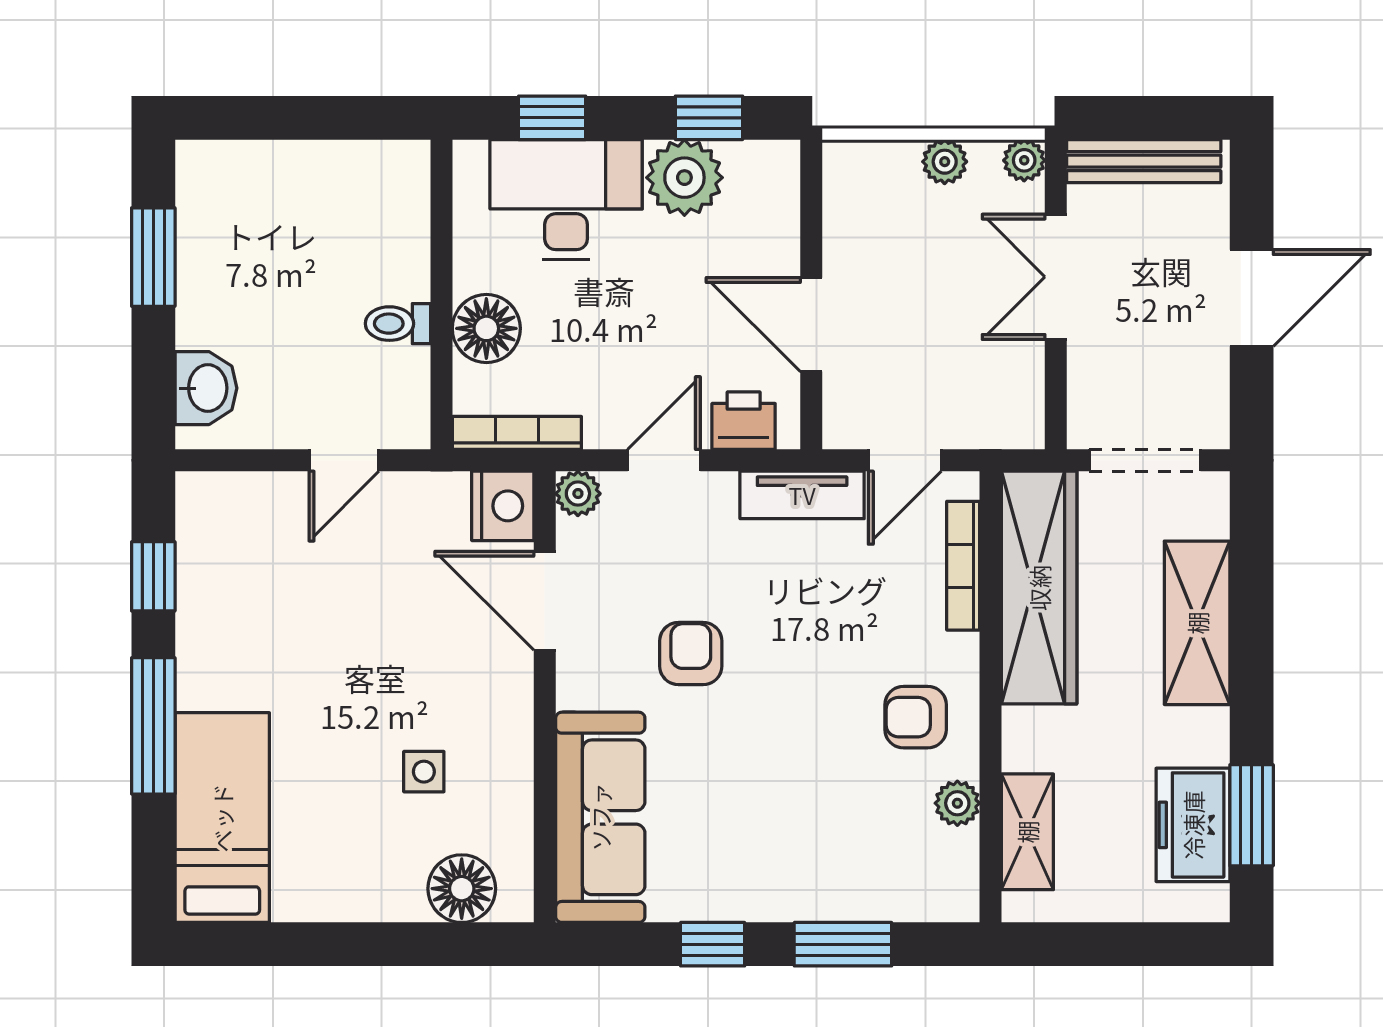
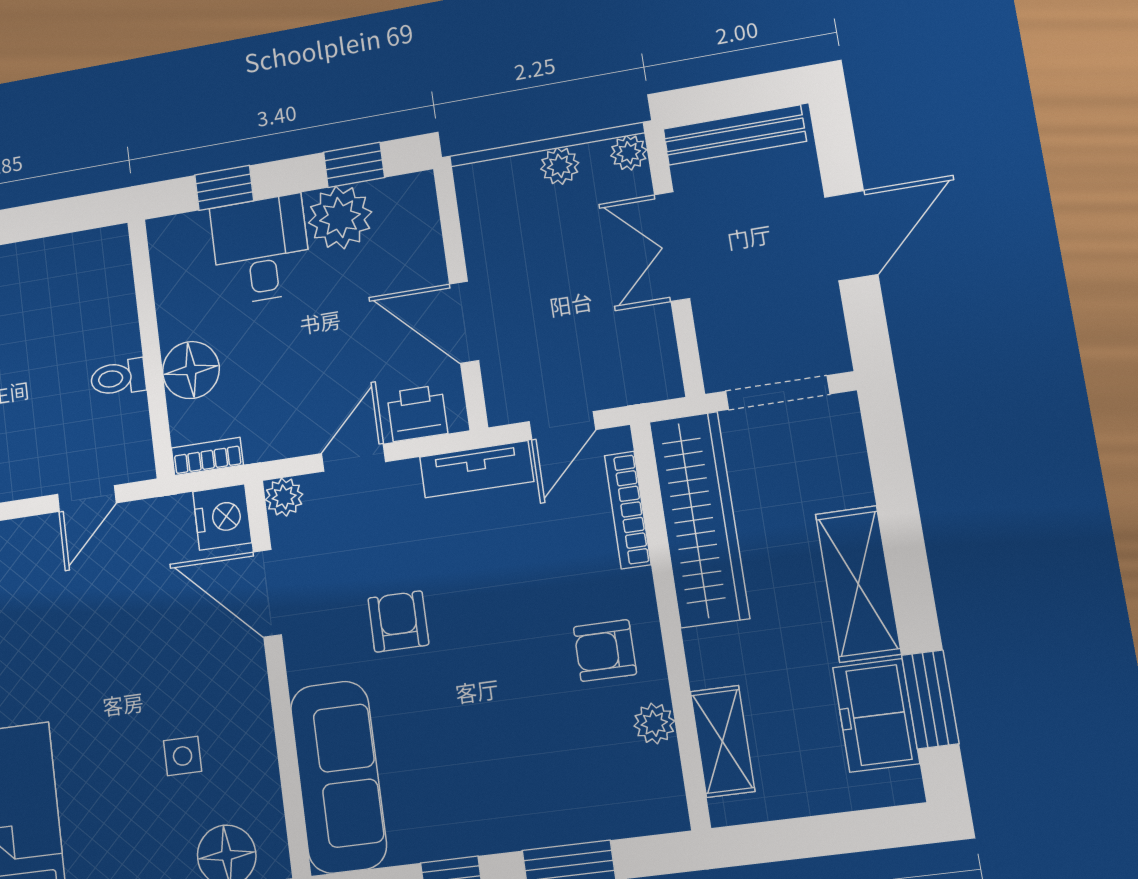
desk: (566, 199) -> (261, 249), width x0.73
bookcase: (517, 433) -> (207, 456), width x0.64
shelving: (1197, 623) -> (858, 584), moved

